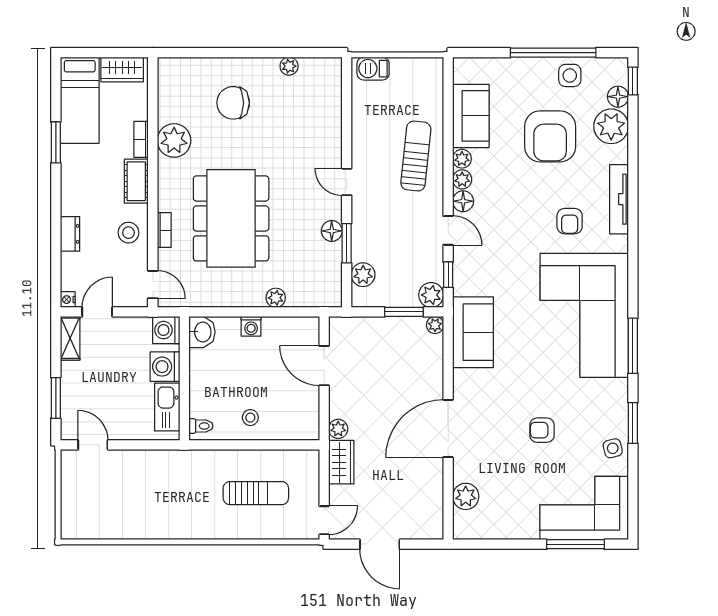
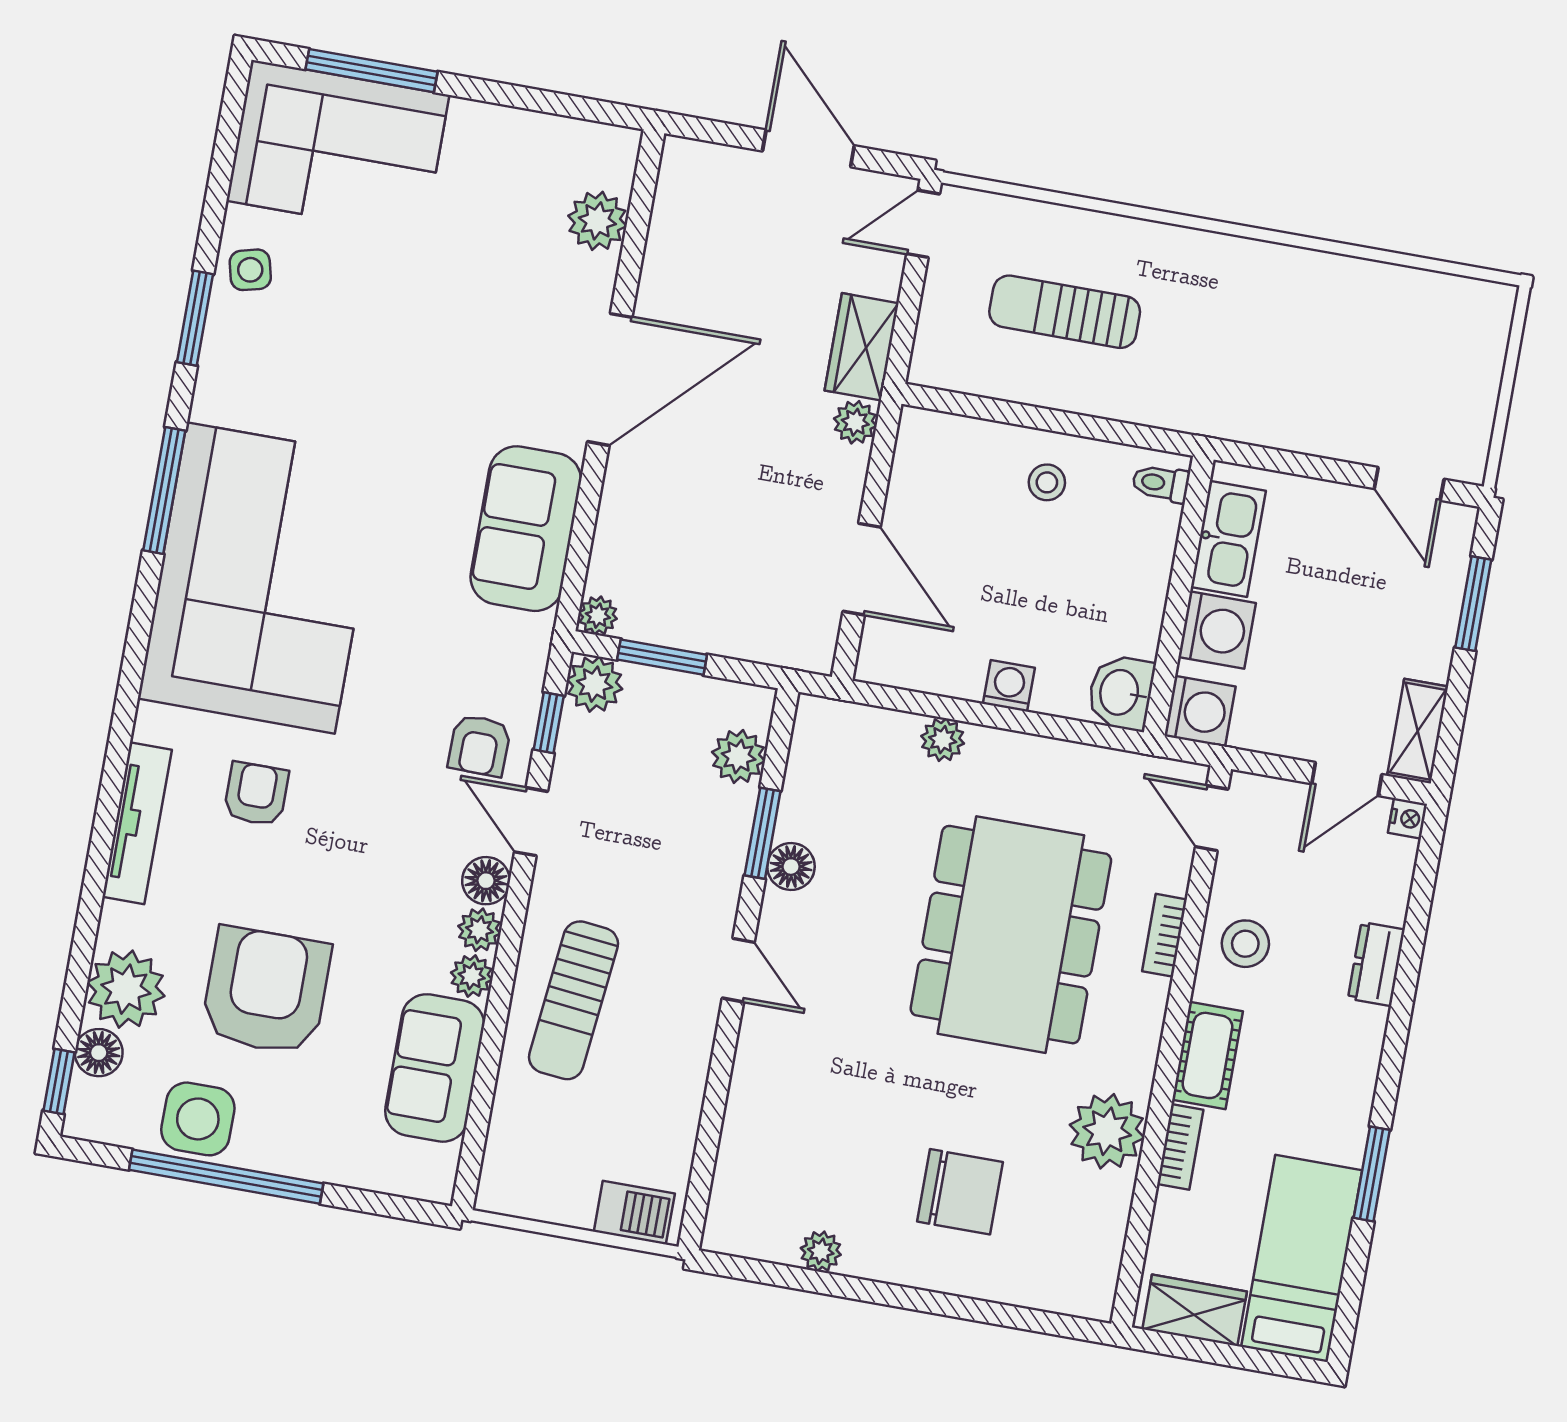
side table: (570, 75) -> (198, 1119), width x1.37, depth x1.37
sofa: (473, 332) -> (526, 529), moved
armchair: (542, 430) -> (479, 746), moved, turned 91

